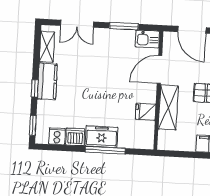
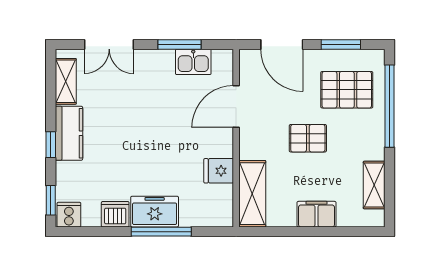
kitchen sink: (147, 39) -> (193, 62), moved
shelving: (168, 108) -> (252, 194), moved
cooker: (57, 136) -> (69, 215), moved

